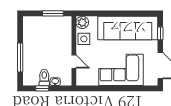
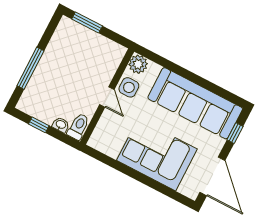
window: (53, 13) -> (87, 22), moved
door: (74, 62) -> (107, 97), moved
toilet: (44, 77) -> (78, 127), moved

